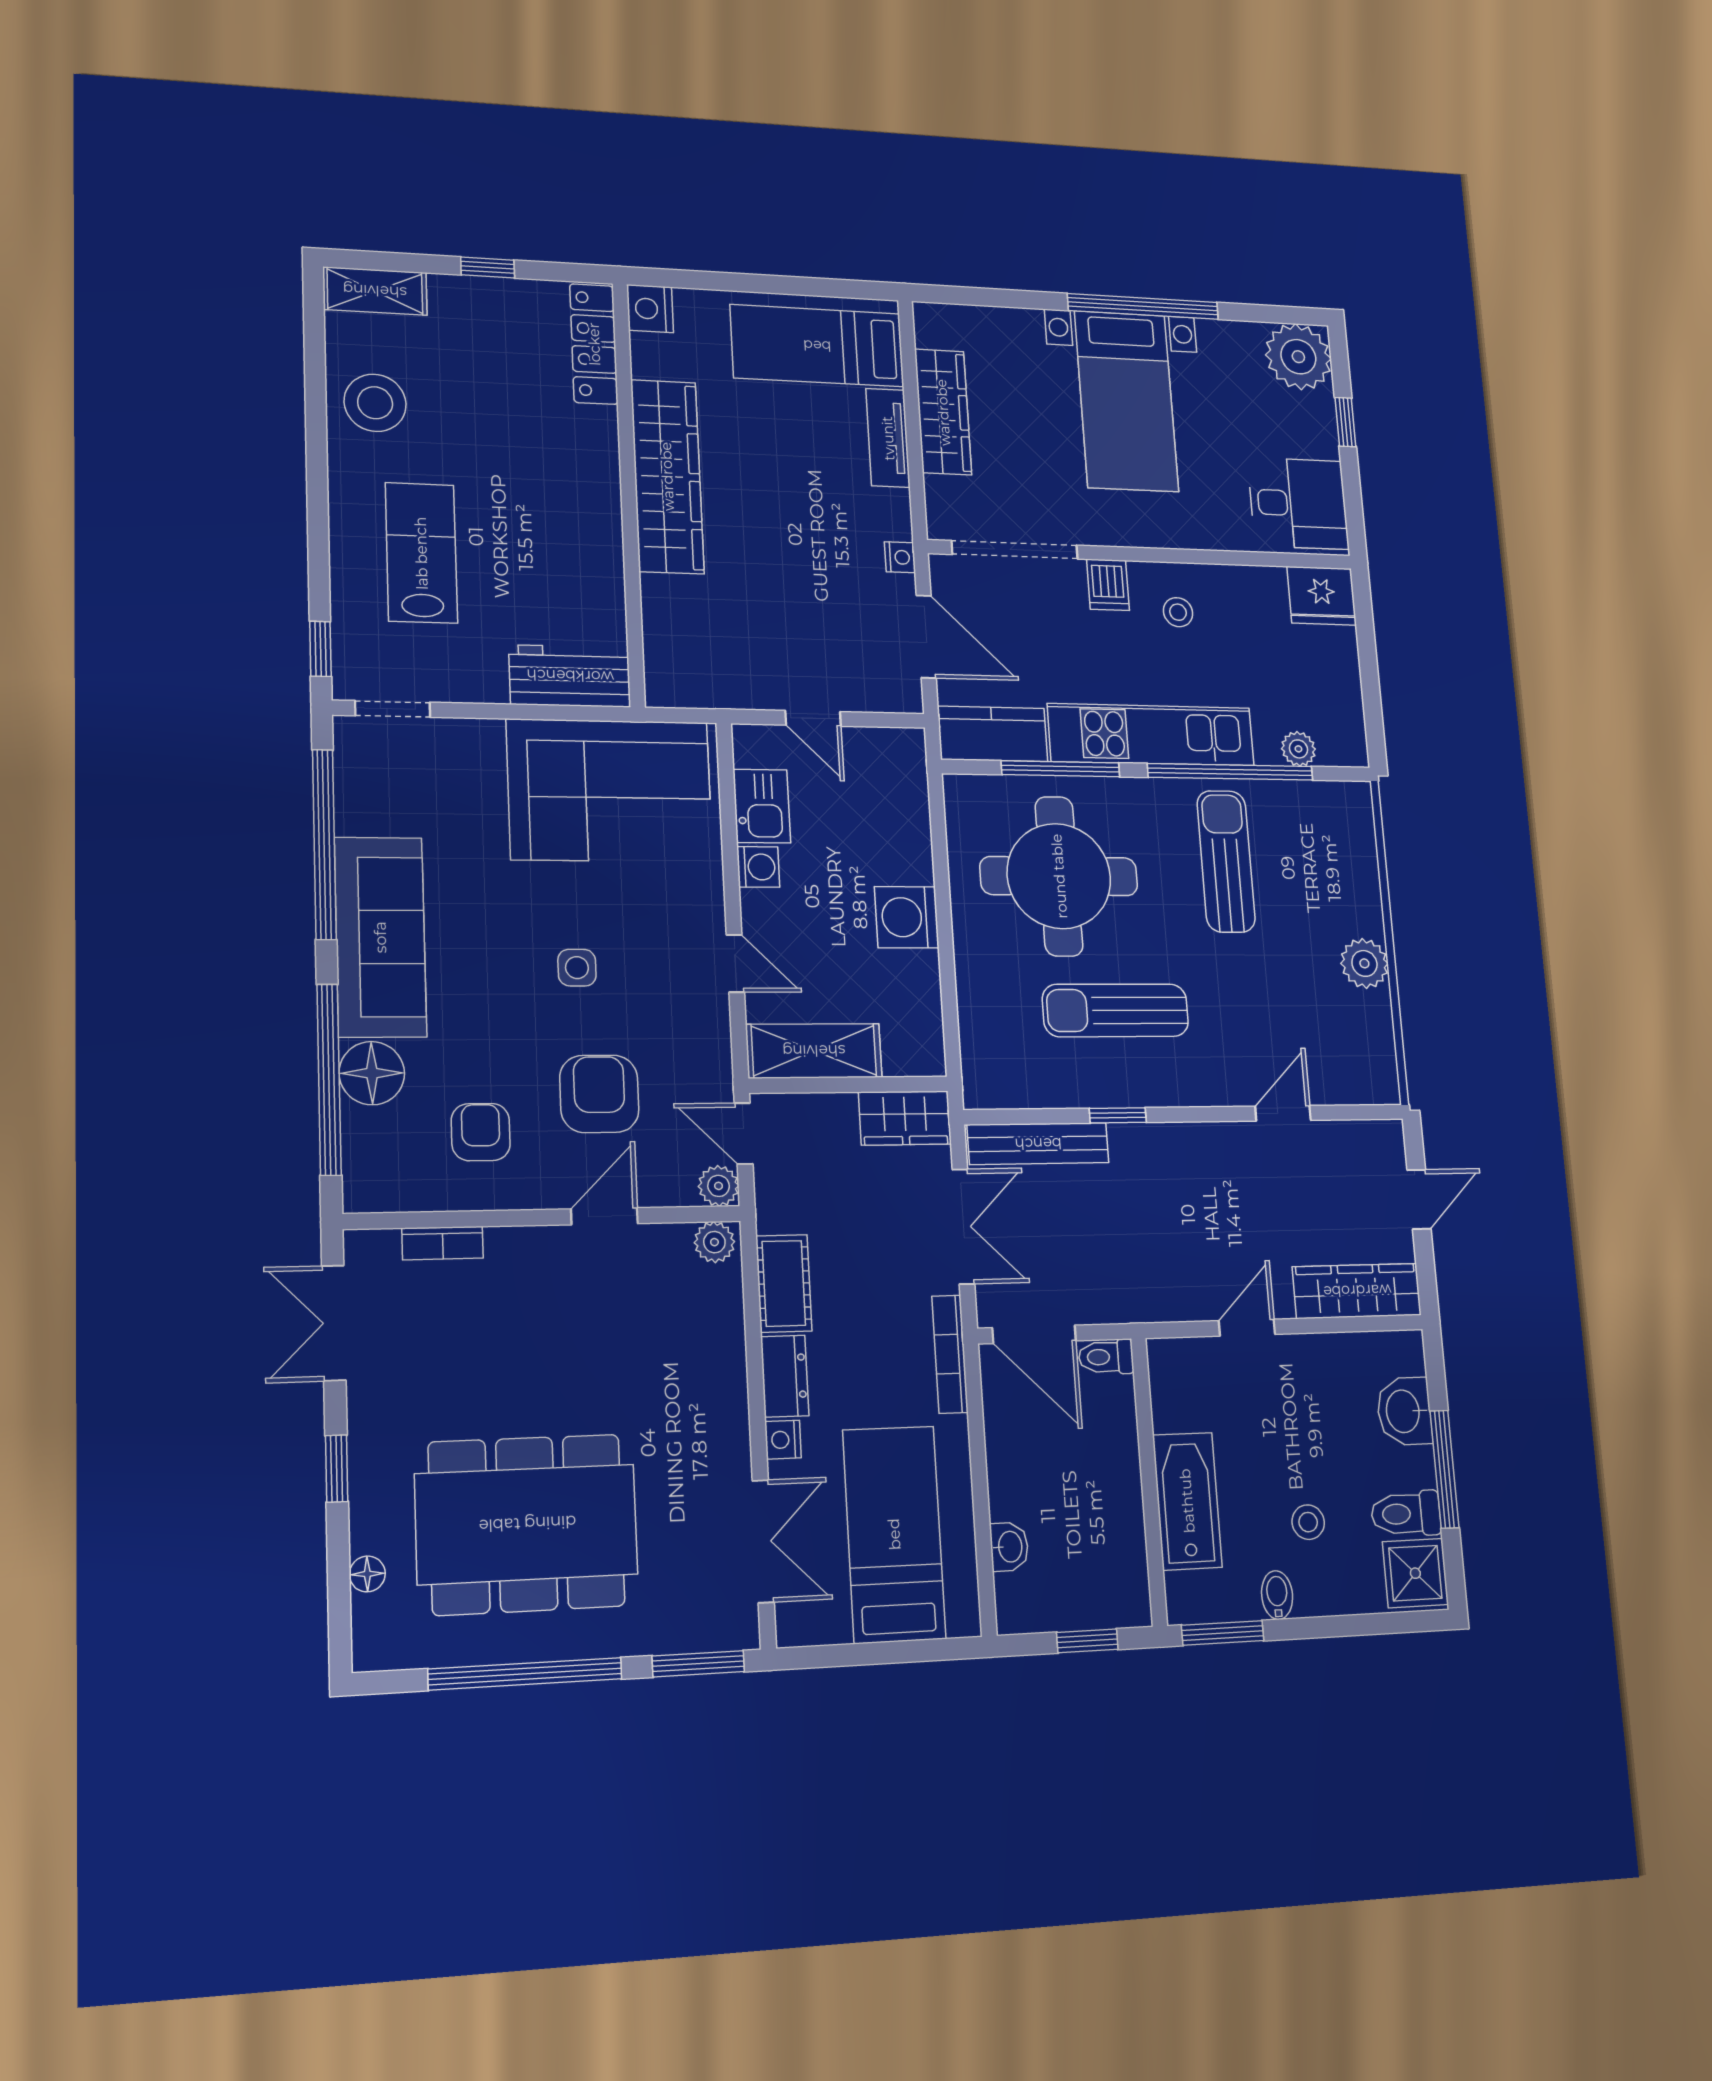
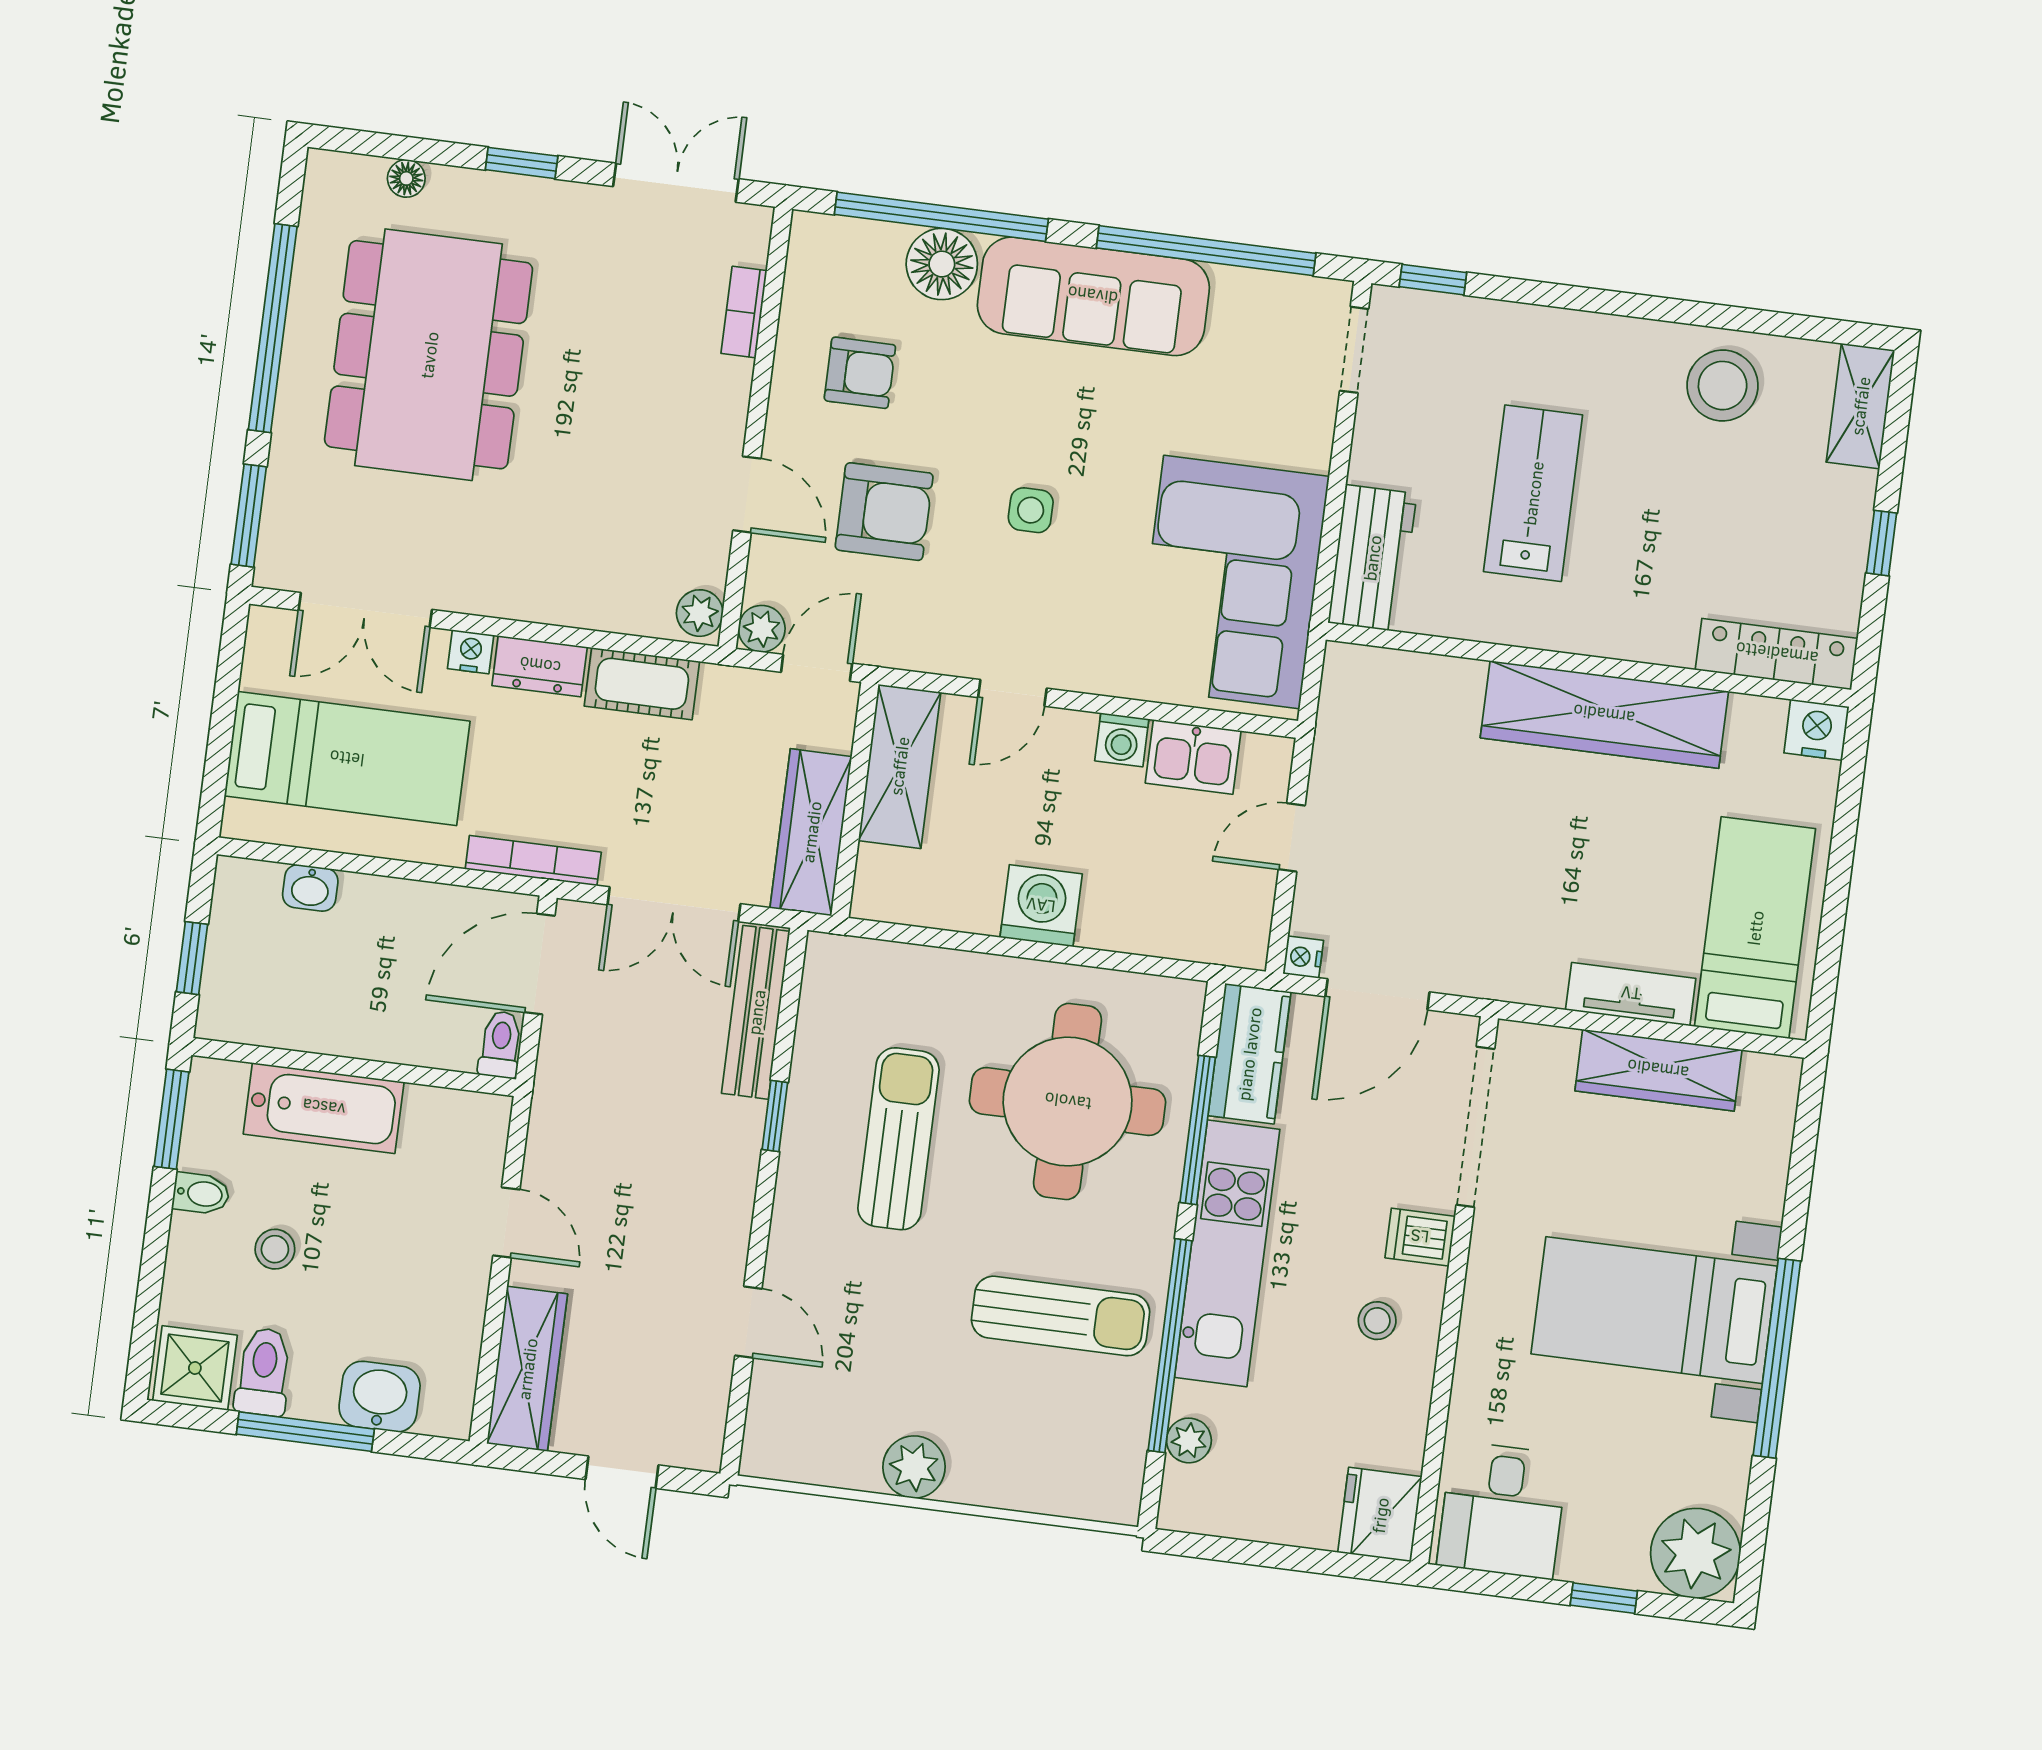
lab bench: (421, 553) -> (1533, 493), moved, turned -90
nightstand: (900, 557) -> (1303, 957), moved, turned 90
wardrobe: (905, 1118) -> (811, 832), width x1.50

